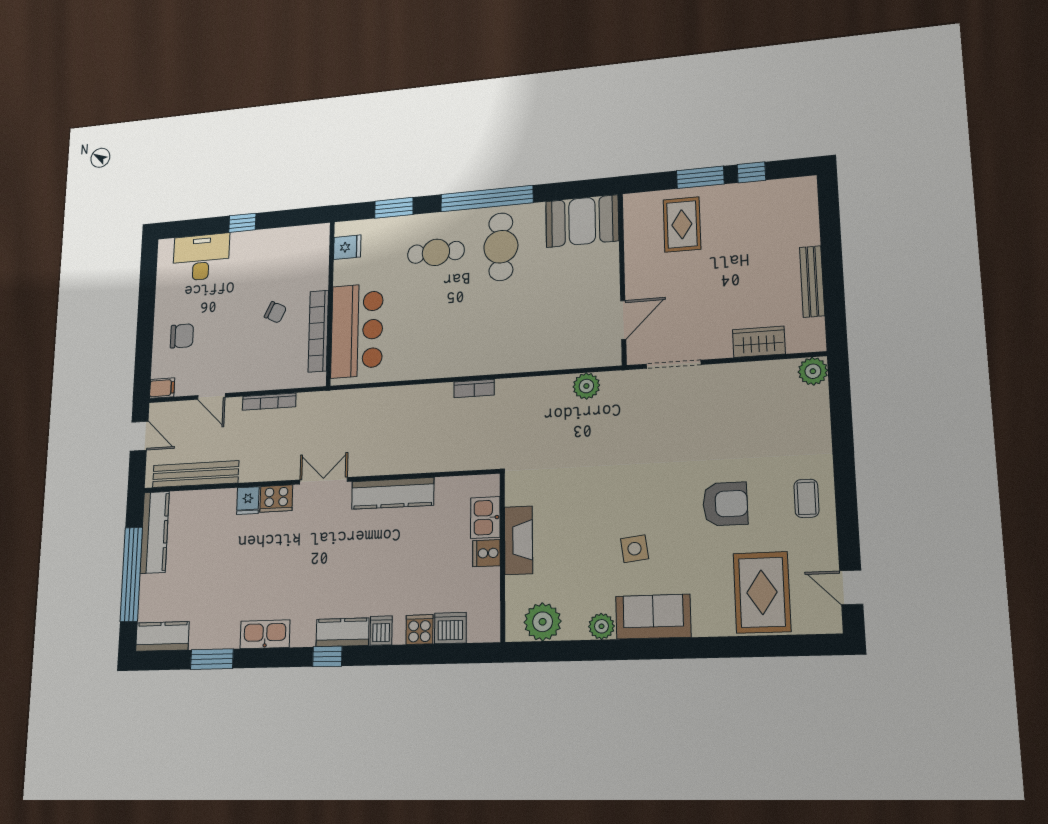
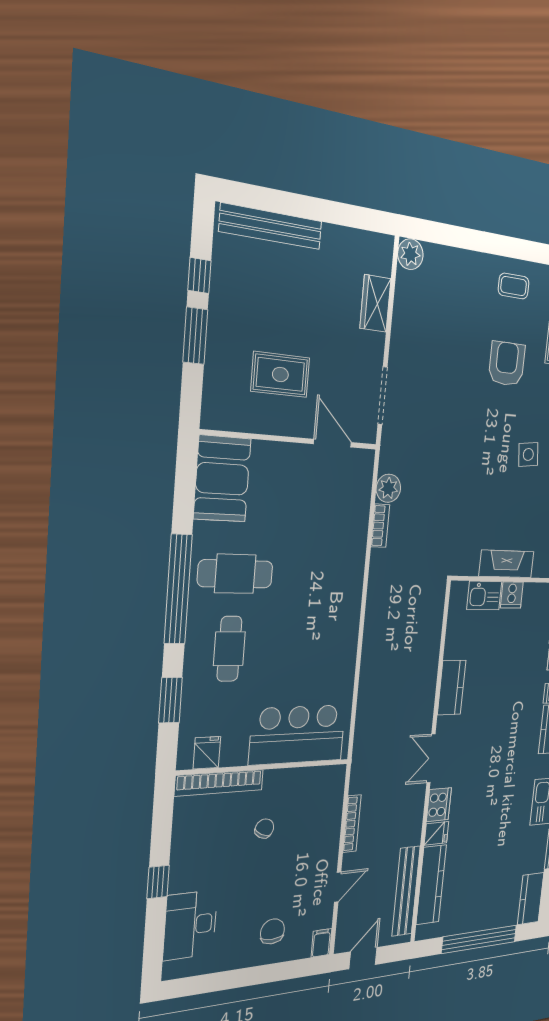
rug: (682, 224) -> (280, 375), moved
bench: (812, 281) -> (271, 226), moved, width x1.37, depth x1.21
bookcase: (318, 331) -> (219, 783), moved
bookcase: (474, 388) -> (380, 526), moved
kitchen counter: (393, 493) -> (452, 688), width x0.67
kitchen counter: (155, 532) -> (431, 885), moved, turned 90

